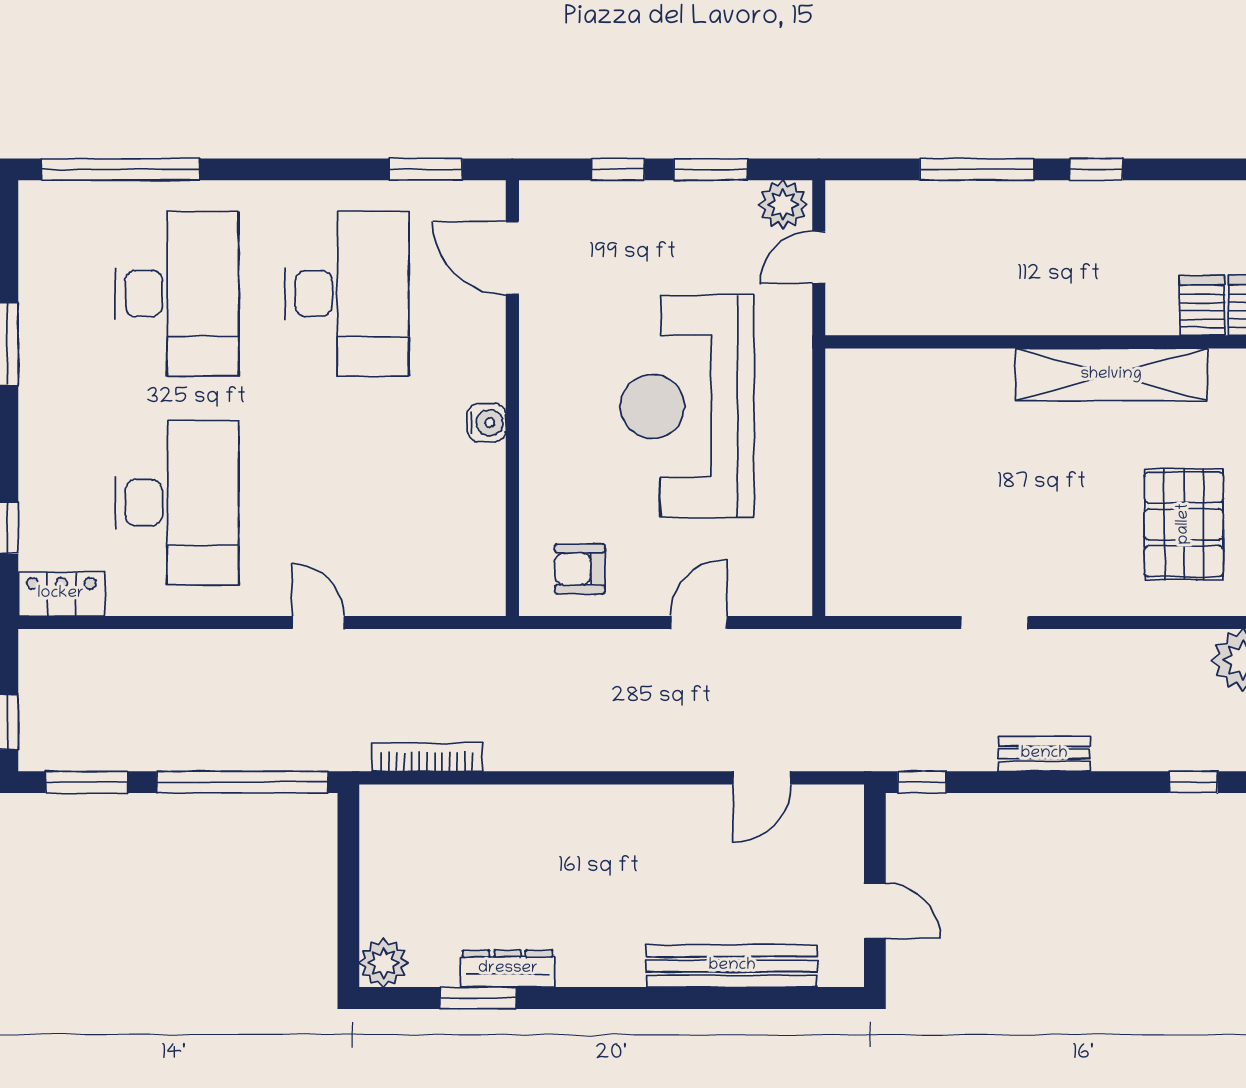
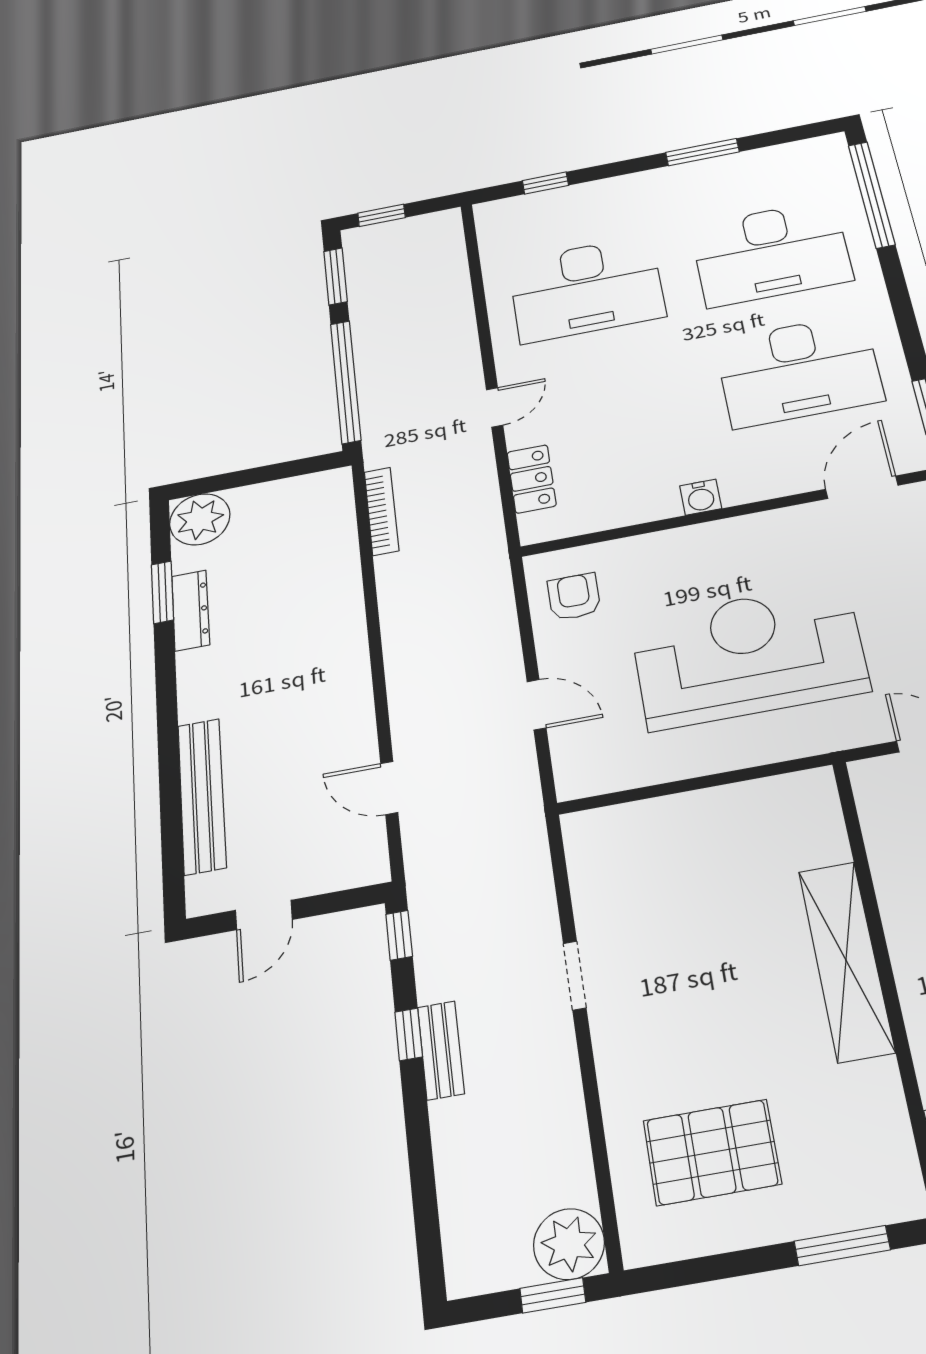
shelving: (1111, 375) -> (846, 960), moved
locker: (61, 594) -> (532, 479), moved
window: (1193, 782) -> (409, 1034), moved
plant: (383, 963) -> (200, 519), width x1.36, depth x1.36

